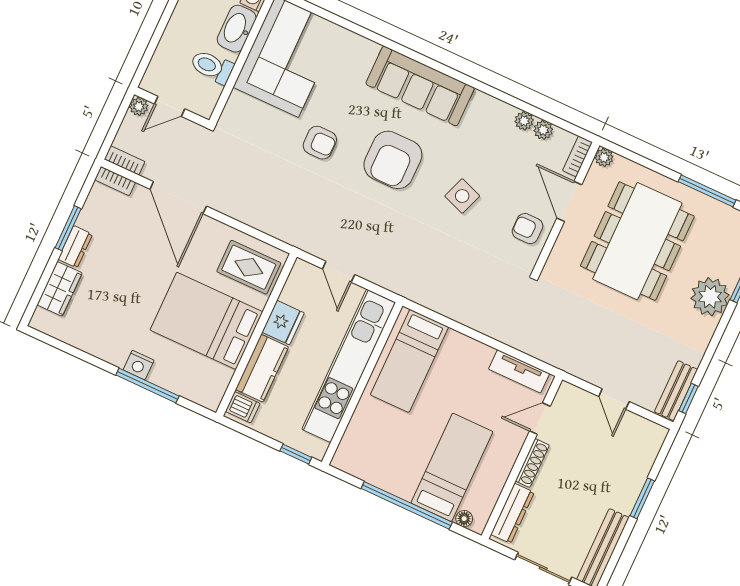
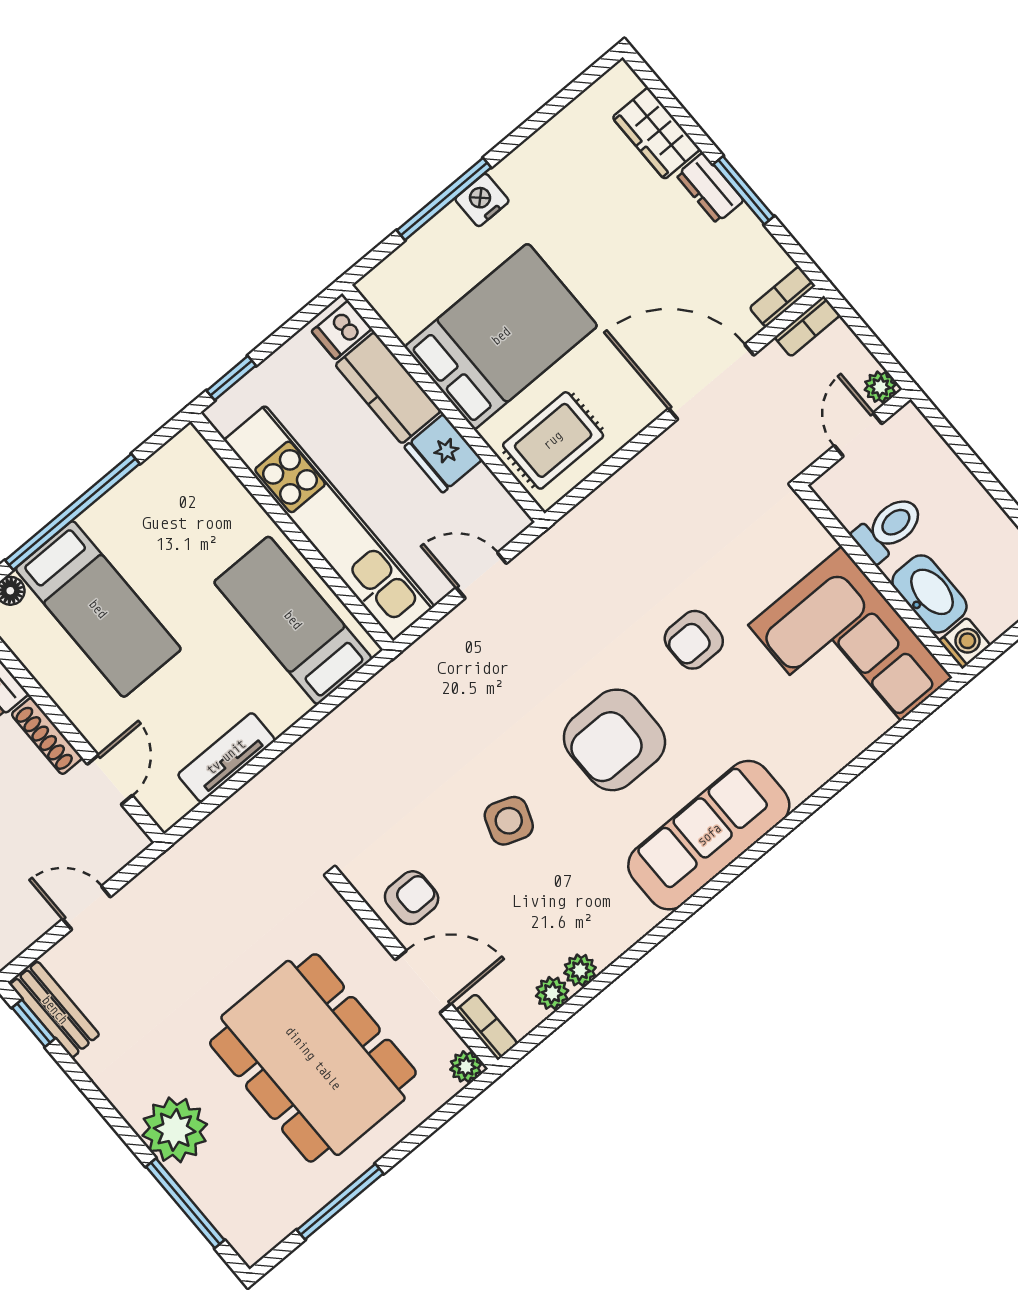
armchair: (393, 160) -> (614, 740), turned -90
tv unit: (519, 371) -> (226, 757), moved

